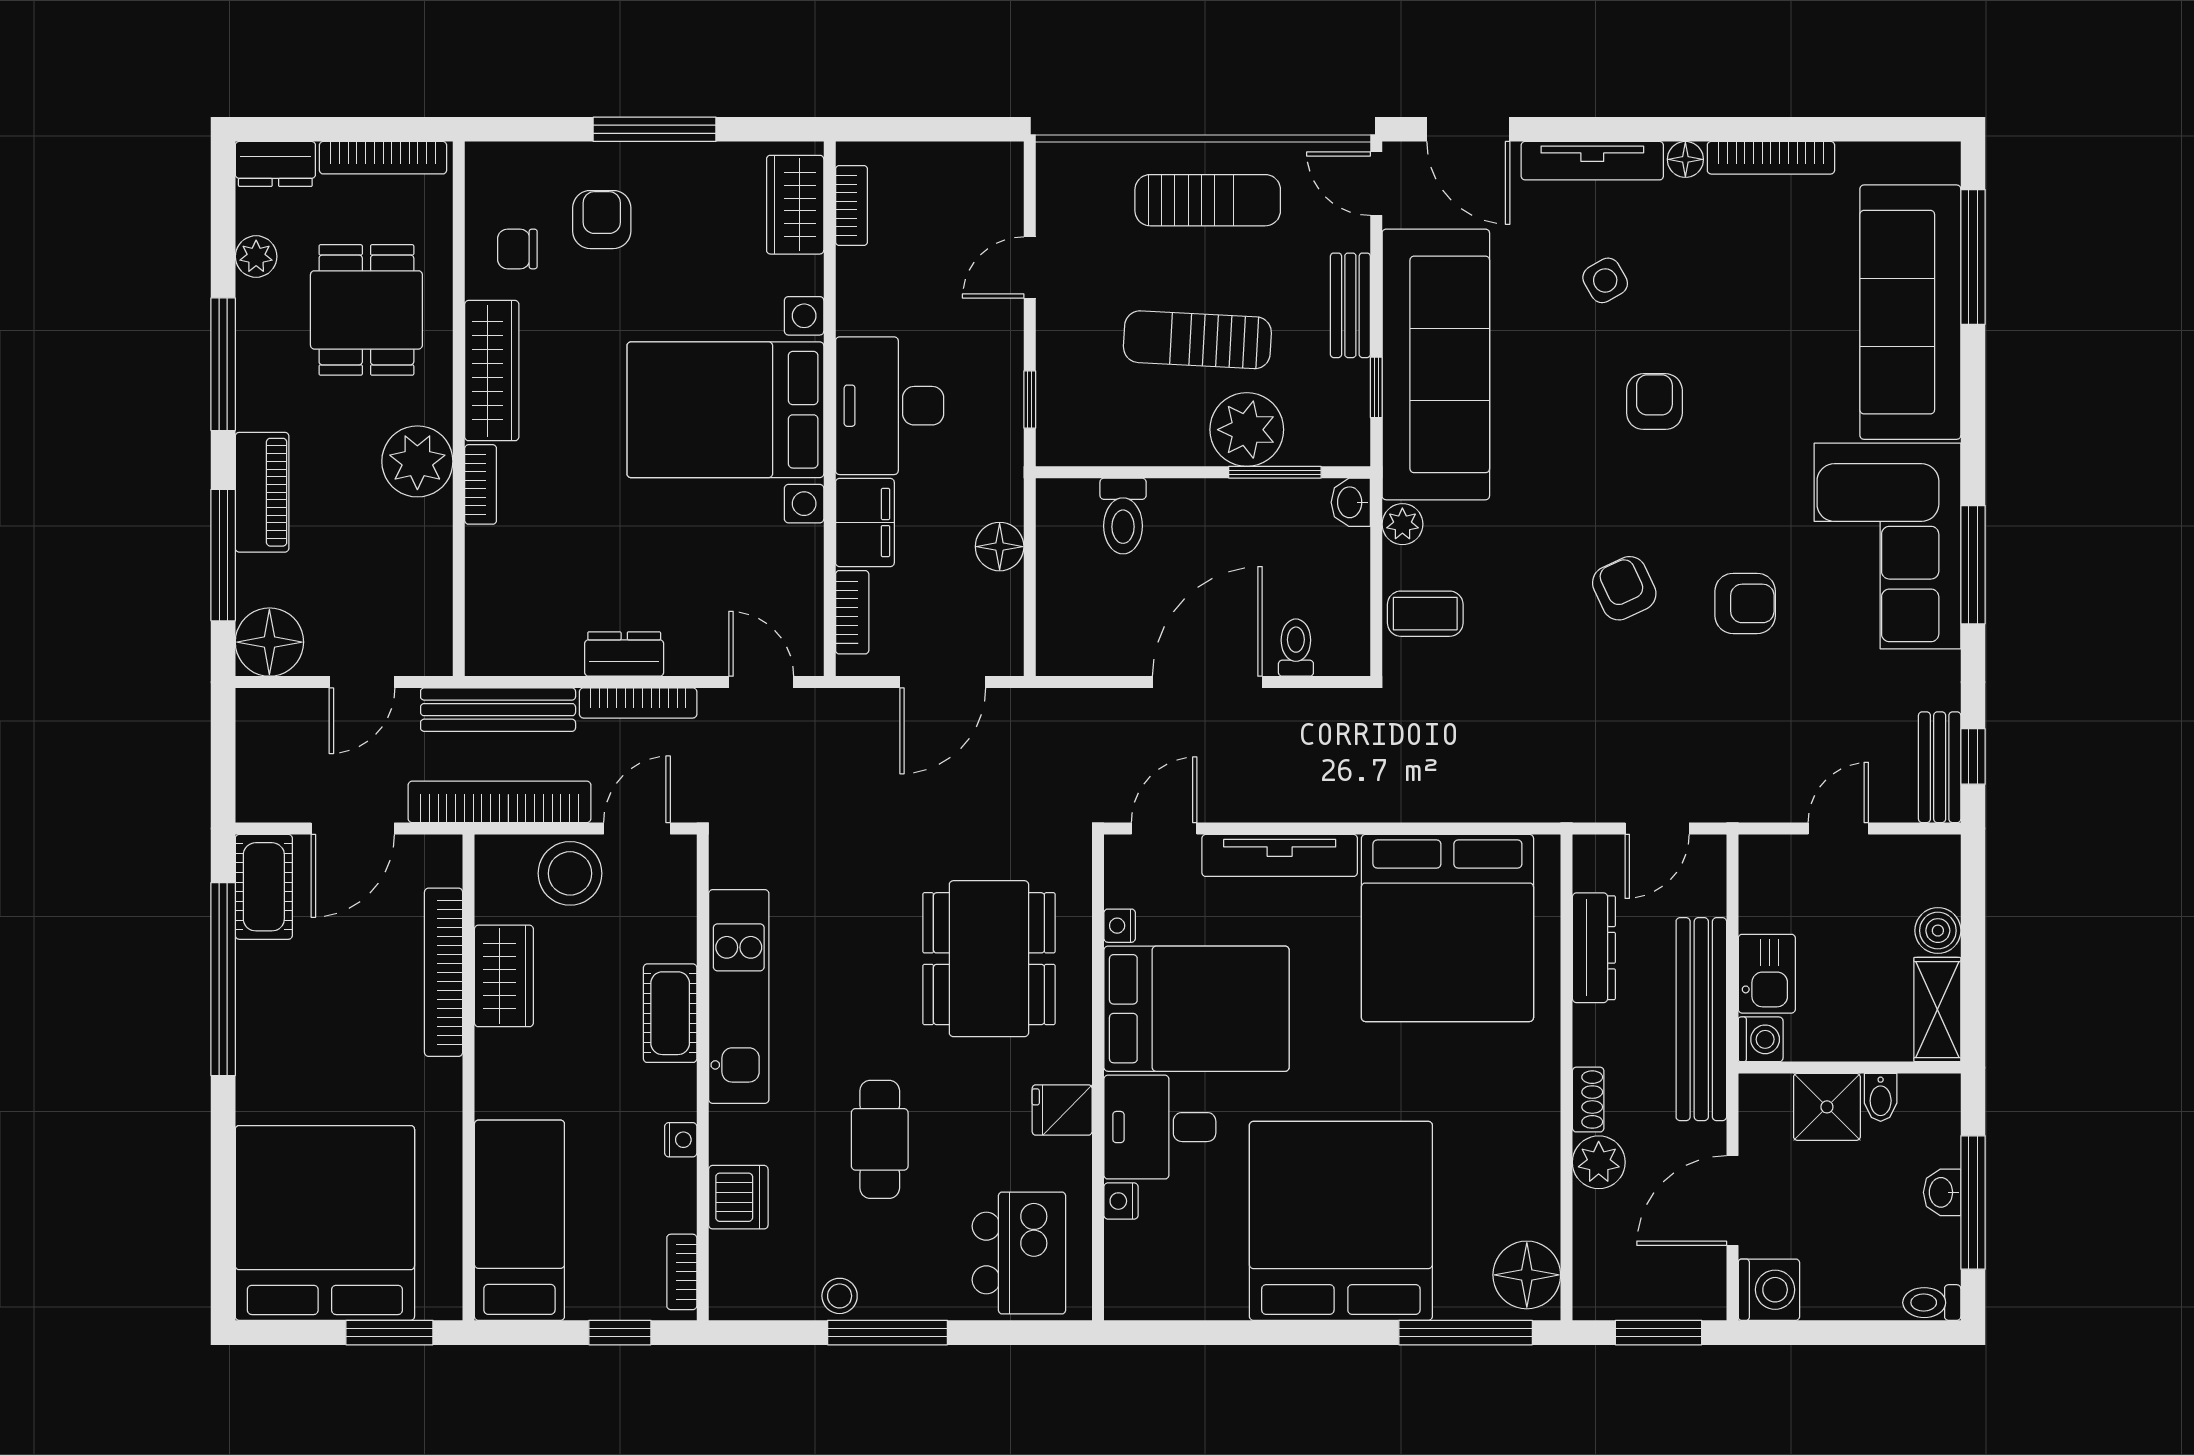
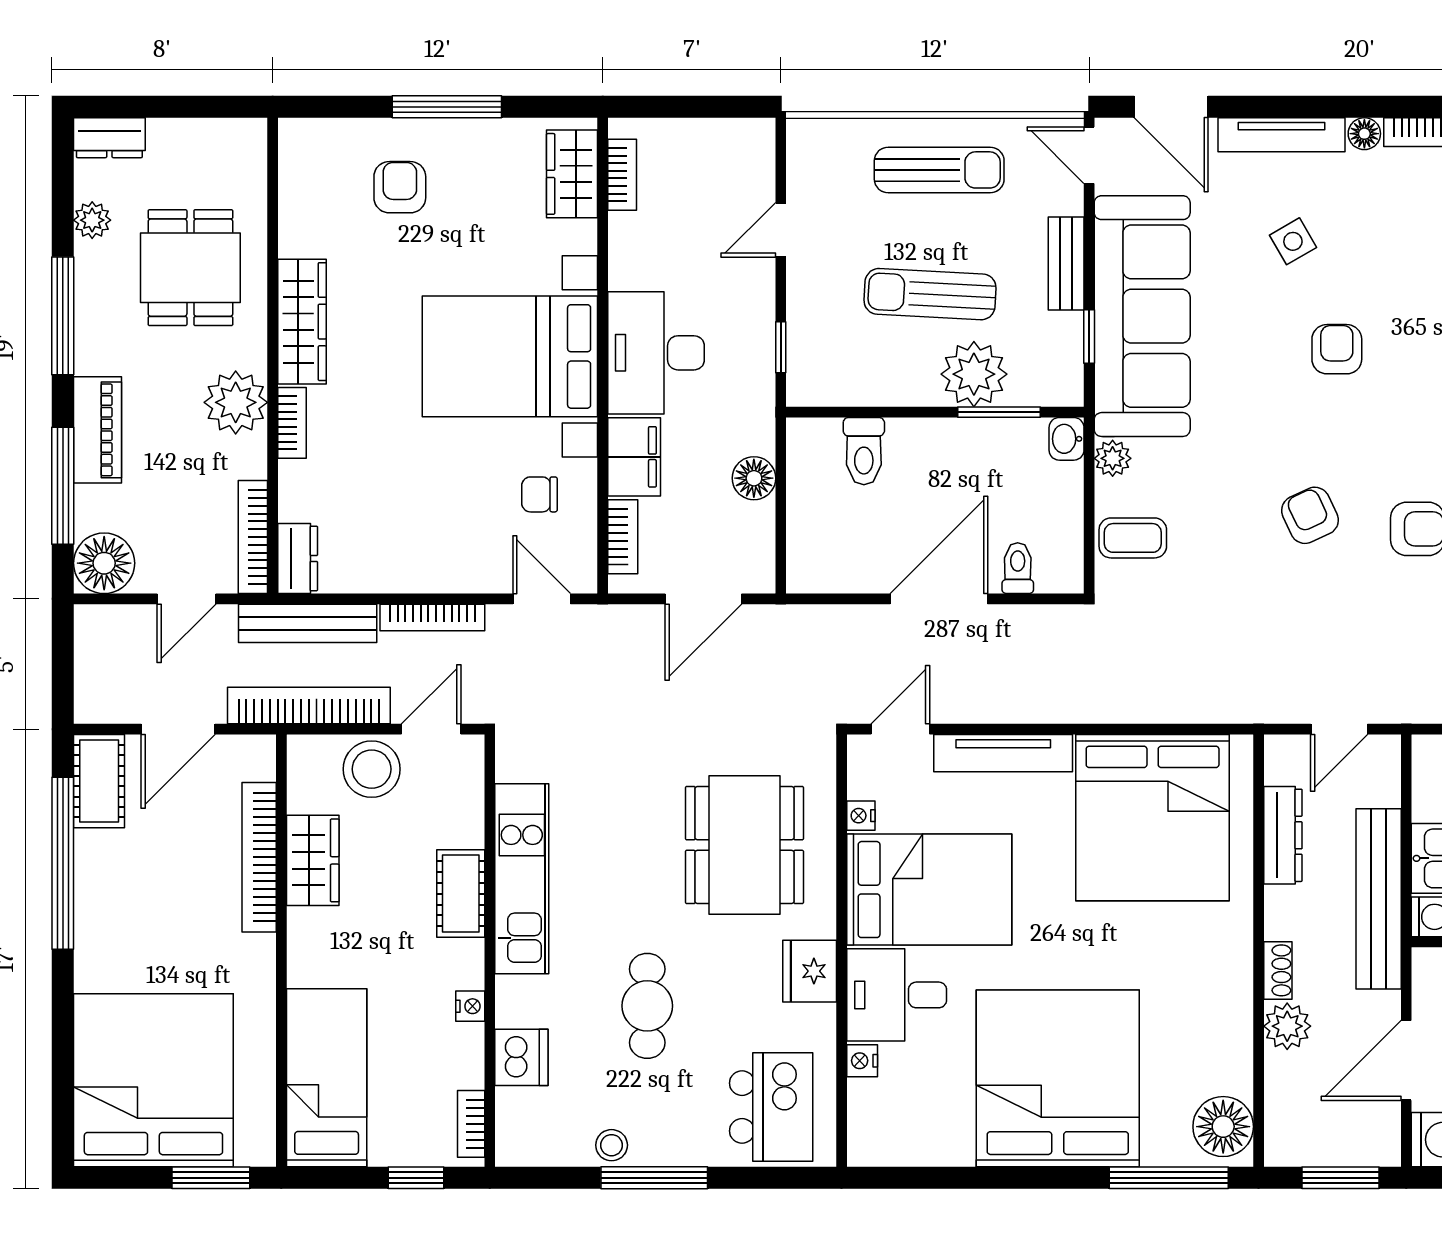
bookcase: (383, 158) -> (253, 537), moved, turned 90
chair: (517, 249) -> (539, 494), moved
dresser: (624, 654) -> (298, 558), moved, turned 90
fridge: (1062, 1110) -> (810, 971), width x1.38

